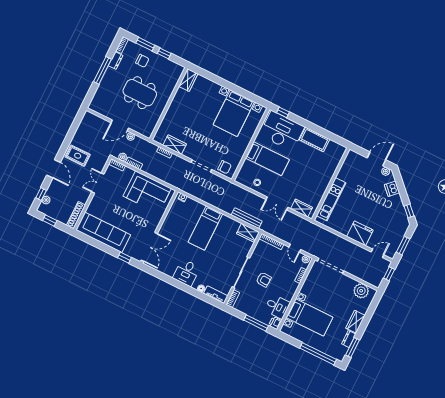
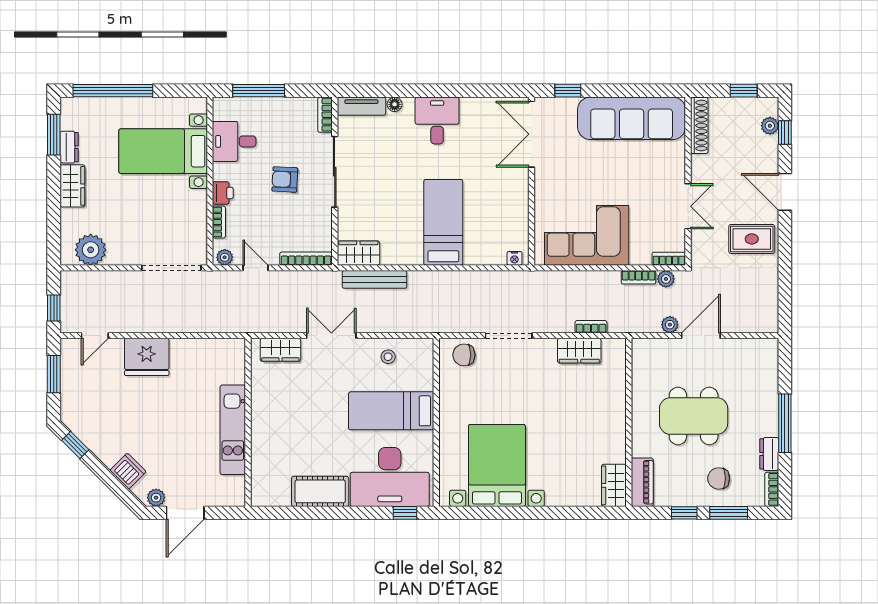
piano: (176, 75) -> (642, 482), added
kitchen unit: (331, 199) -> (233, 430), moved
printer: (275, 323) -> (223, 193), moved

